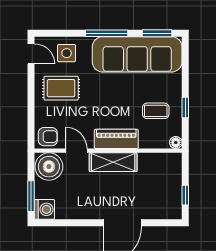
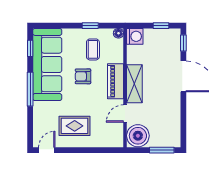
window: (157, 33) -> (30, 48), width x0.67
side table: (67, 53) -> (46, 121), removed
rug: (61, 88) -> (75, 126), turned 90
armchair: (48, 137) -> (83, 76), moved, turned -90
washing machine: (44, 209) -> (135, 36), moved, turned 90
window: (164, 223) -> (183, 43), added

